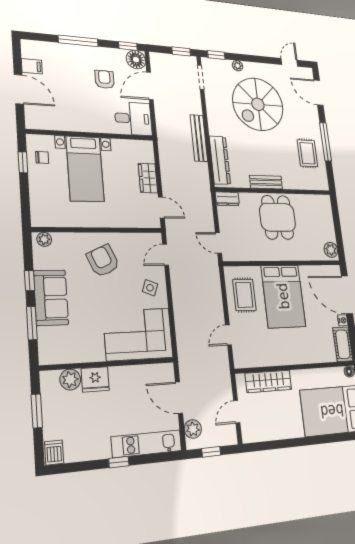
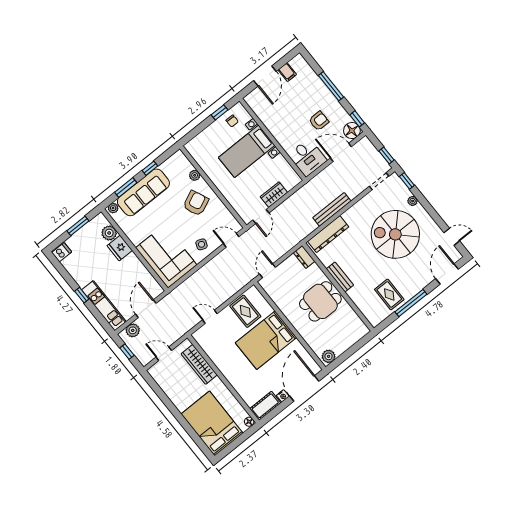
rug: (307, 153) -> (389, 294), turned 90
plant: (44, 239) -> (195, 175), moved
rug: (244, 295) -> (245, 311), turned 90
sofa: (51, 298) -> (143, 192), width x1.36
plant: (45, 355) -> (113, 208), added

